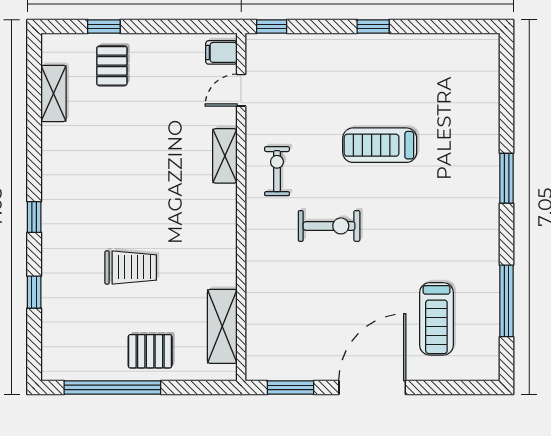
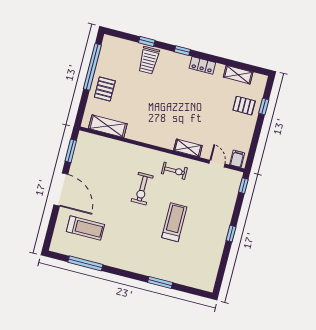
locker: (53, 169) -> (202, 65), added
window: (507, 178) -> (160, 283), moved
trolley: (131, 267) -> (149, 60), moved
treadmill: (436, 319) -> (85, 228), turned 180

